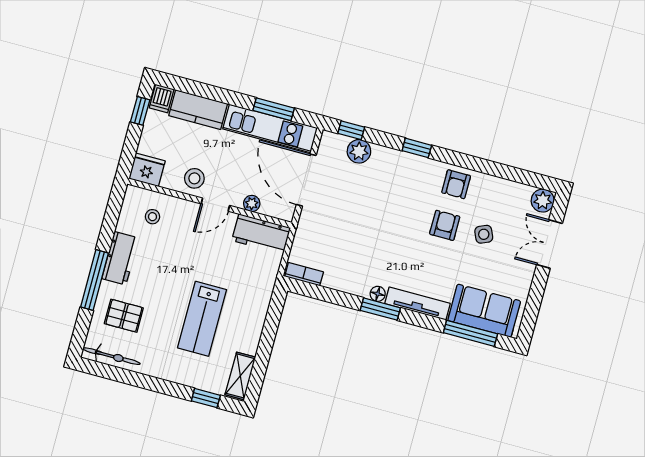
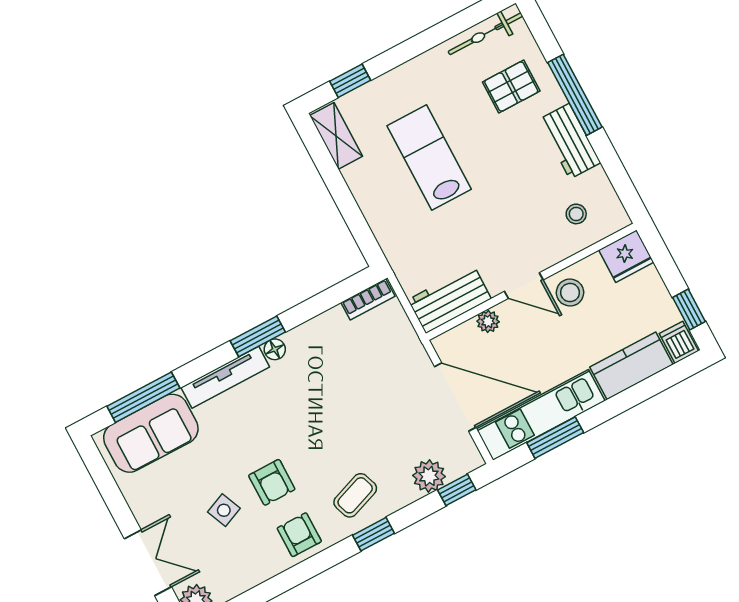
coffee table: (407, 177) -> (355, 495), added
door: (215, 205) -> (524, 286), swing flipped

